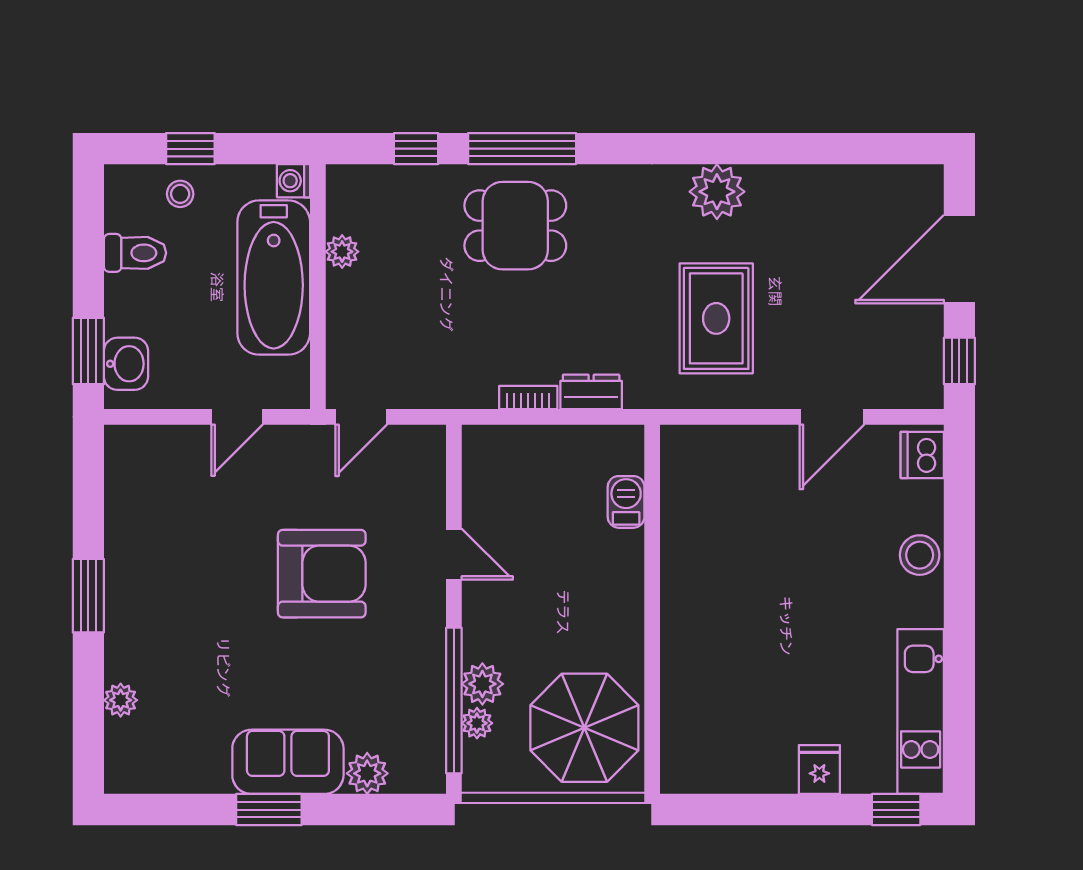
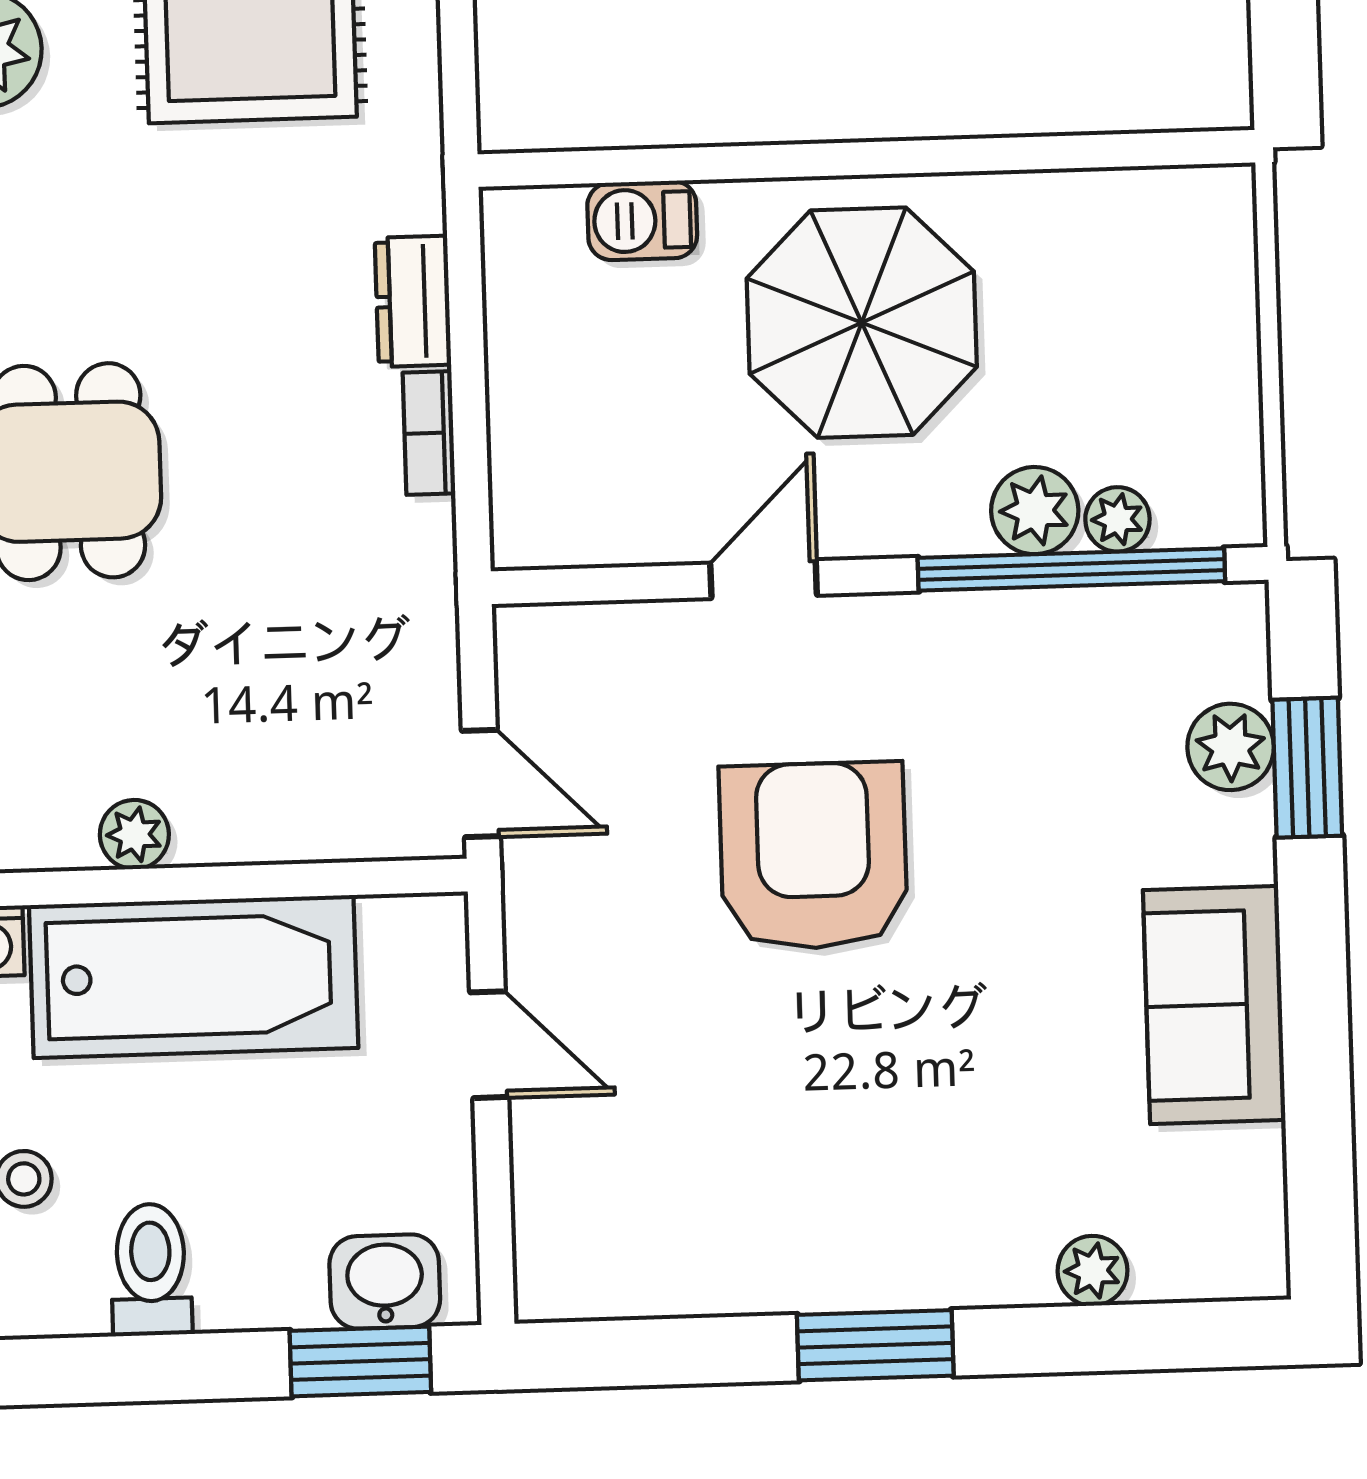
parasol: (584, 728) -> (862, 323), moved
sofa: (288, 762) -> (1214, 1005), moved
window: (269, 810) -> (1307, 768), moved

